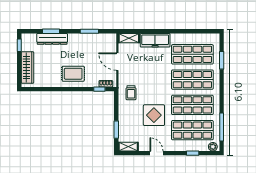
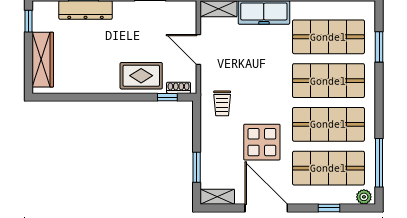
rug: (73, 74) -> (141, 76), moved
door: (156, 153) -> (266, 208), width x1.87

